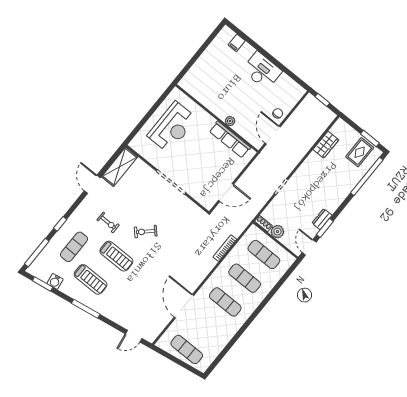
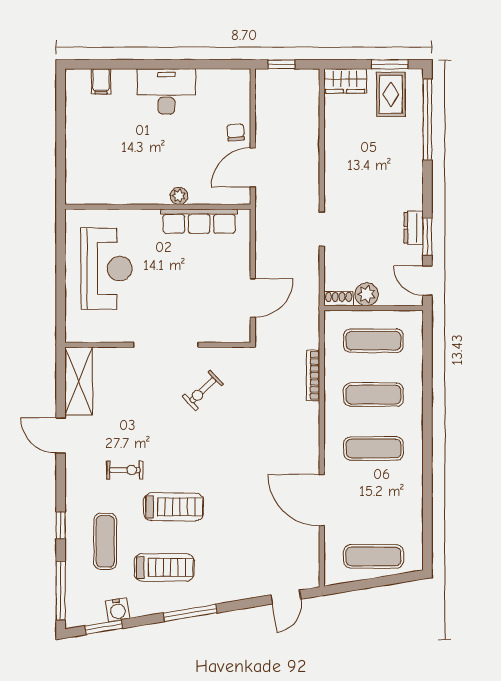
door: (273, 135) -> (253, 167), hinge flipped
wardrobe: (326, 145) -> (345, 81), moved, turned 90
exercise bike: (146, 232) -> (203, 390), moved

